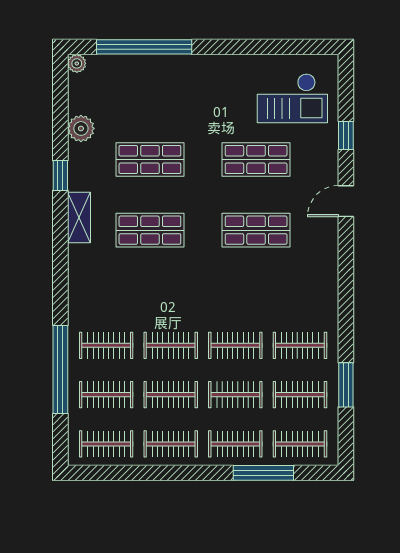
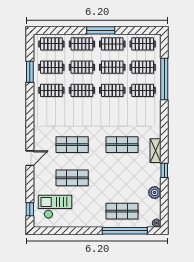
window: (346, 136) -> (30, 209), moved
shop shelf: (150, 159) -> (122, 211), moved
window: (263, 473) -> (101, 30), moved

